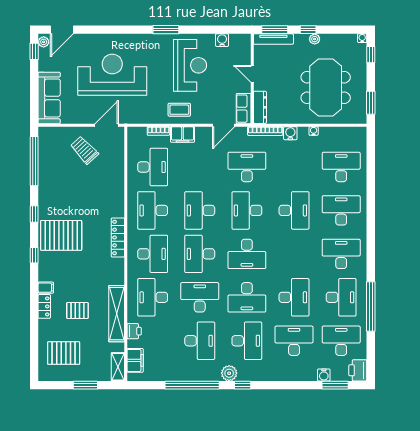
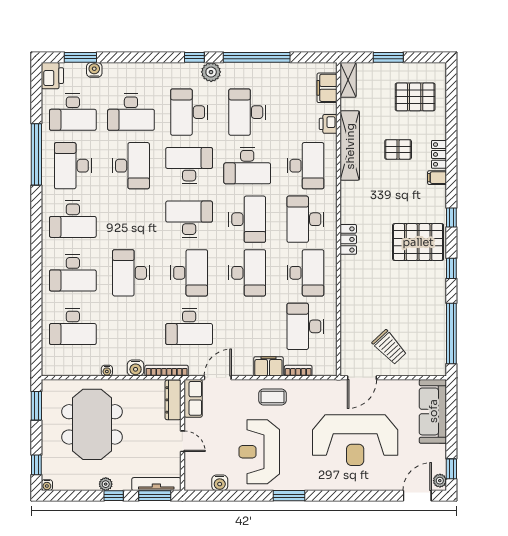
locker: (118, 237) -> (348, 239), width x0.66
desk: (294, 297) -> (131, 166), turned 180

